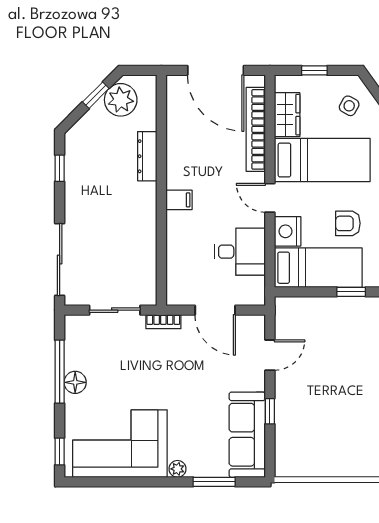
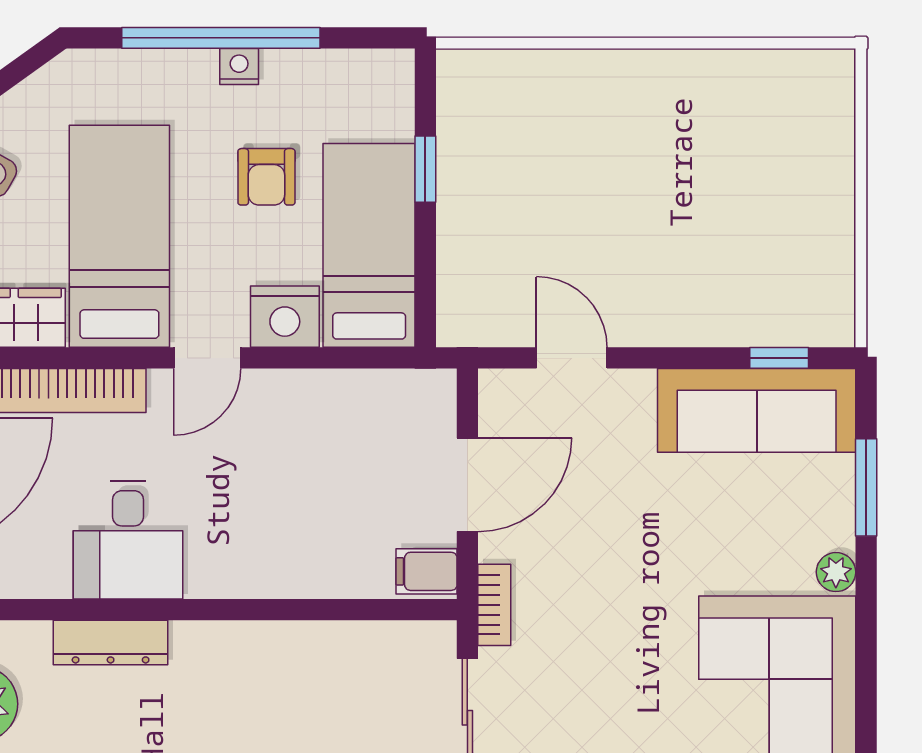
filing cabinet: (179, 200) -> (427, 571), moved, turned -90
desk: (240, 252) -> (128, 540), moved, turned 180
window: (270, 411) -> (779, 358), moved

